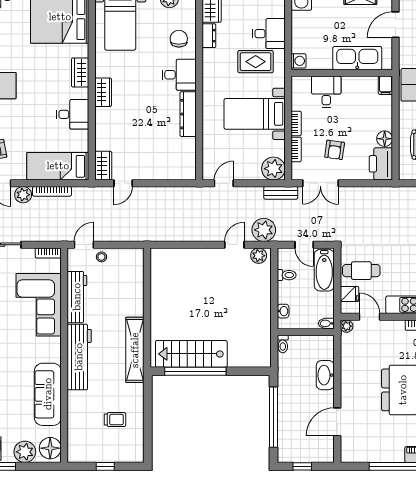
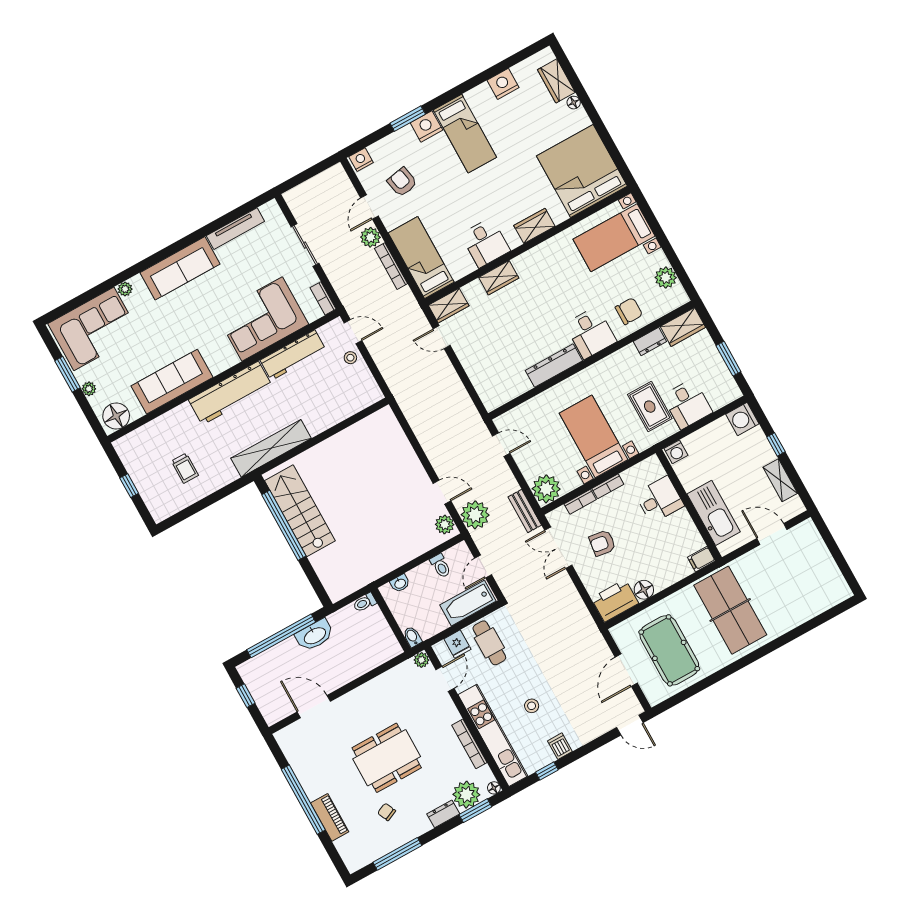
wardrobe: (103, 92) -> (499, 278), moved
washbasin: (325, 375) -> (315, 635), moved, turned 180
plant: (25, 452) -> (89, 389), width x0.53, depth x0.53

